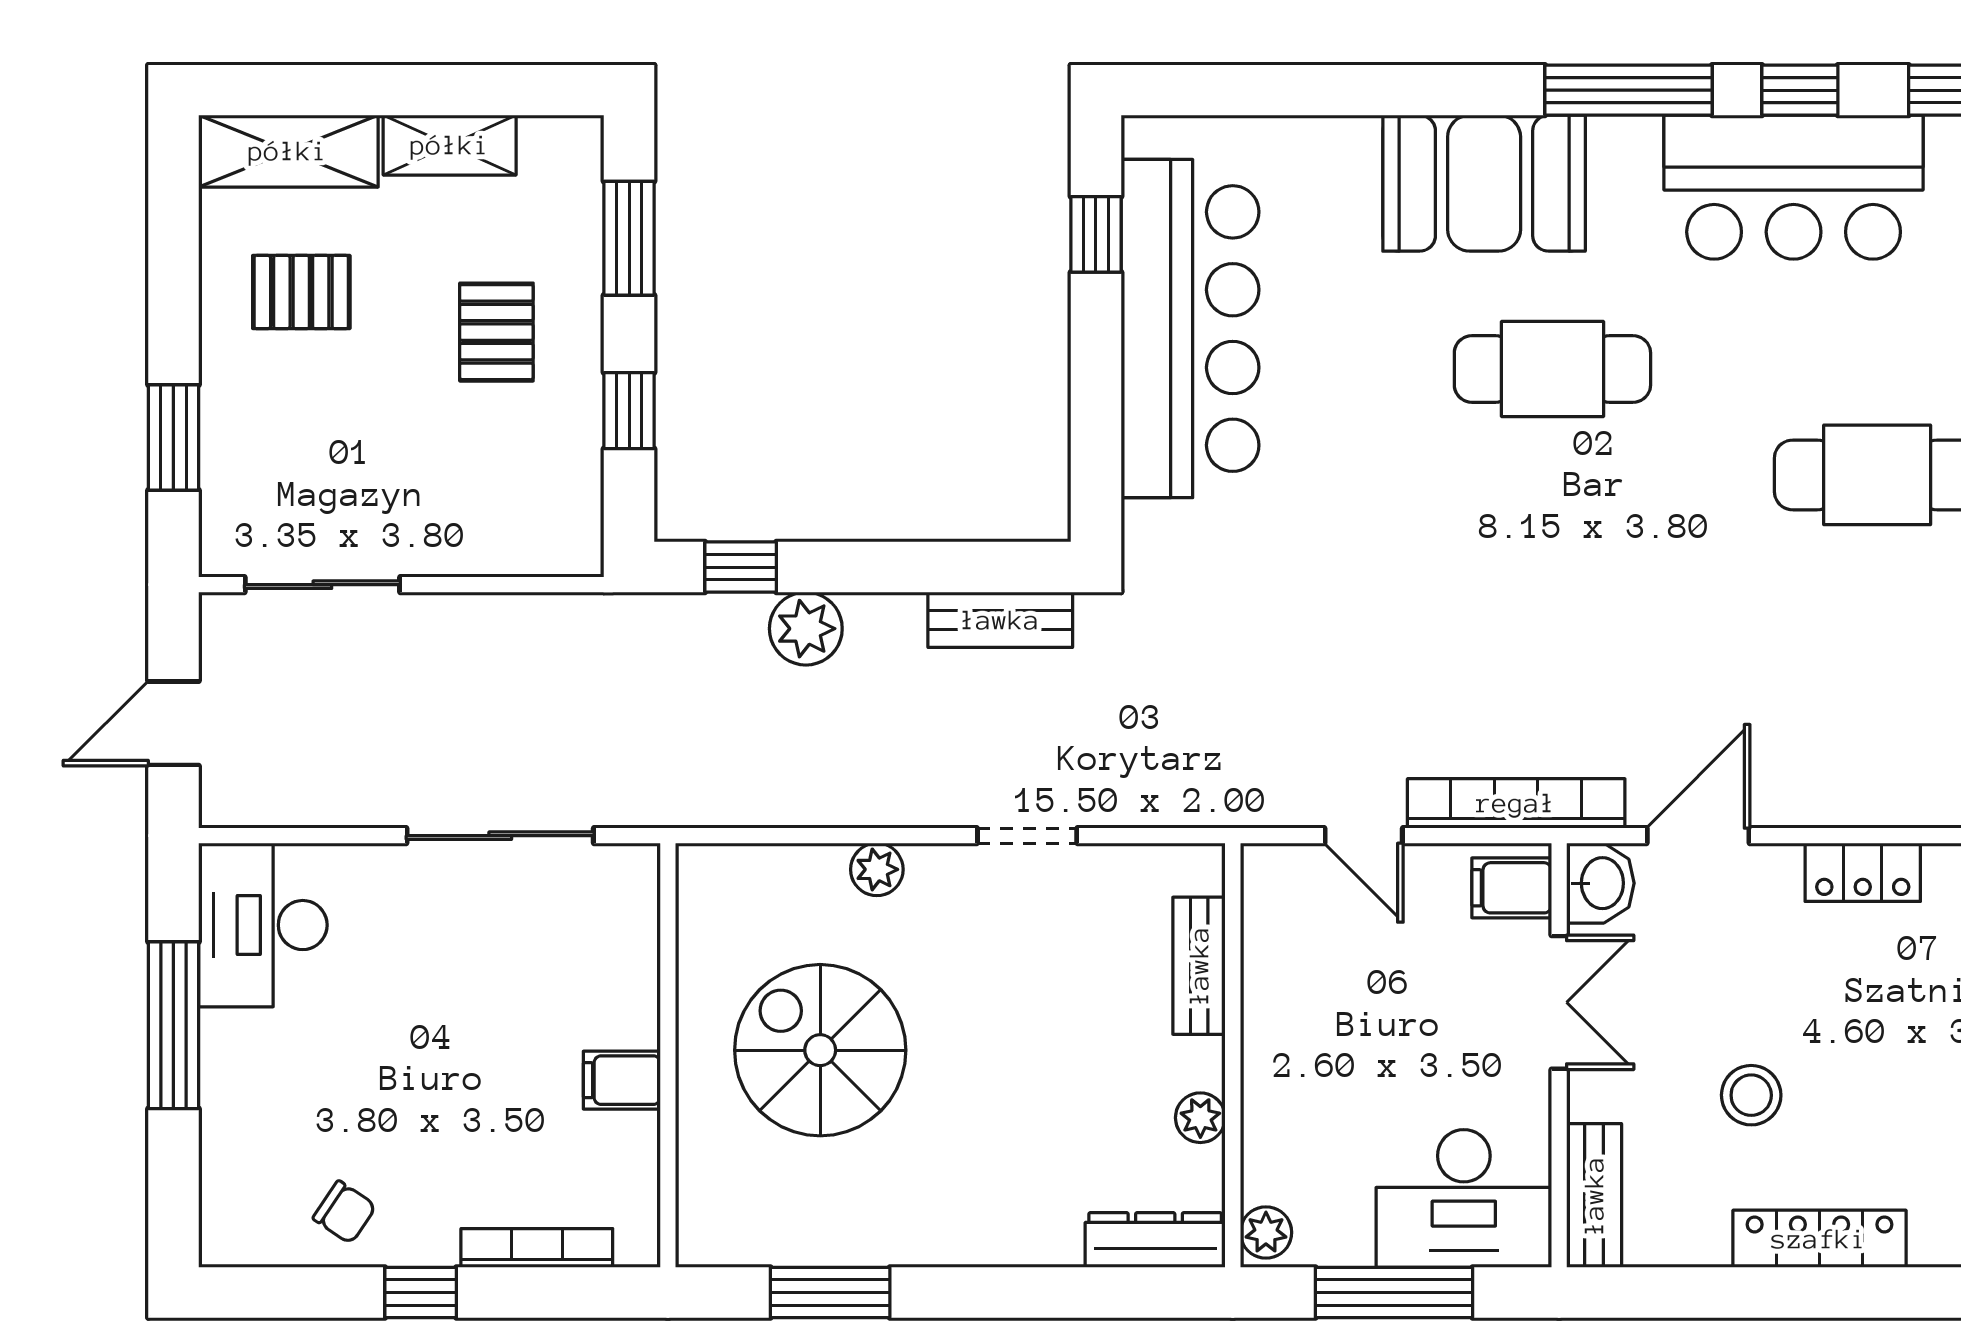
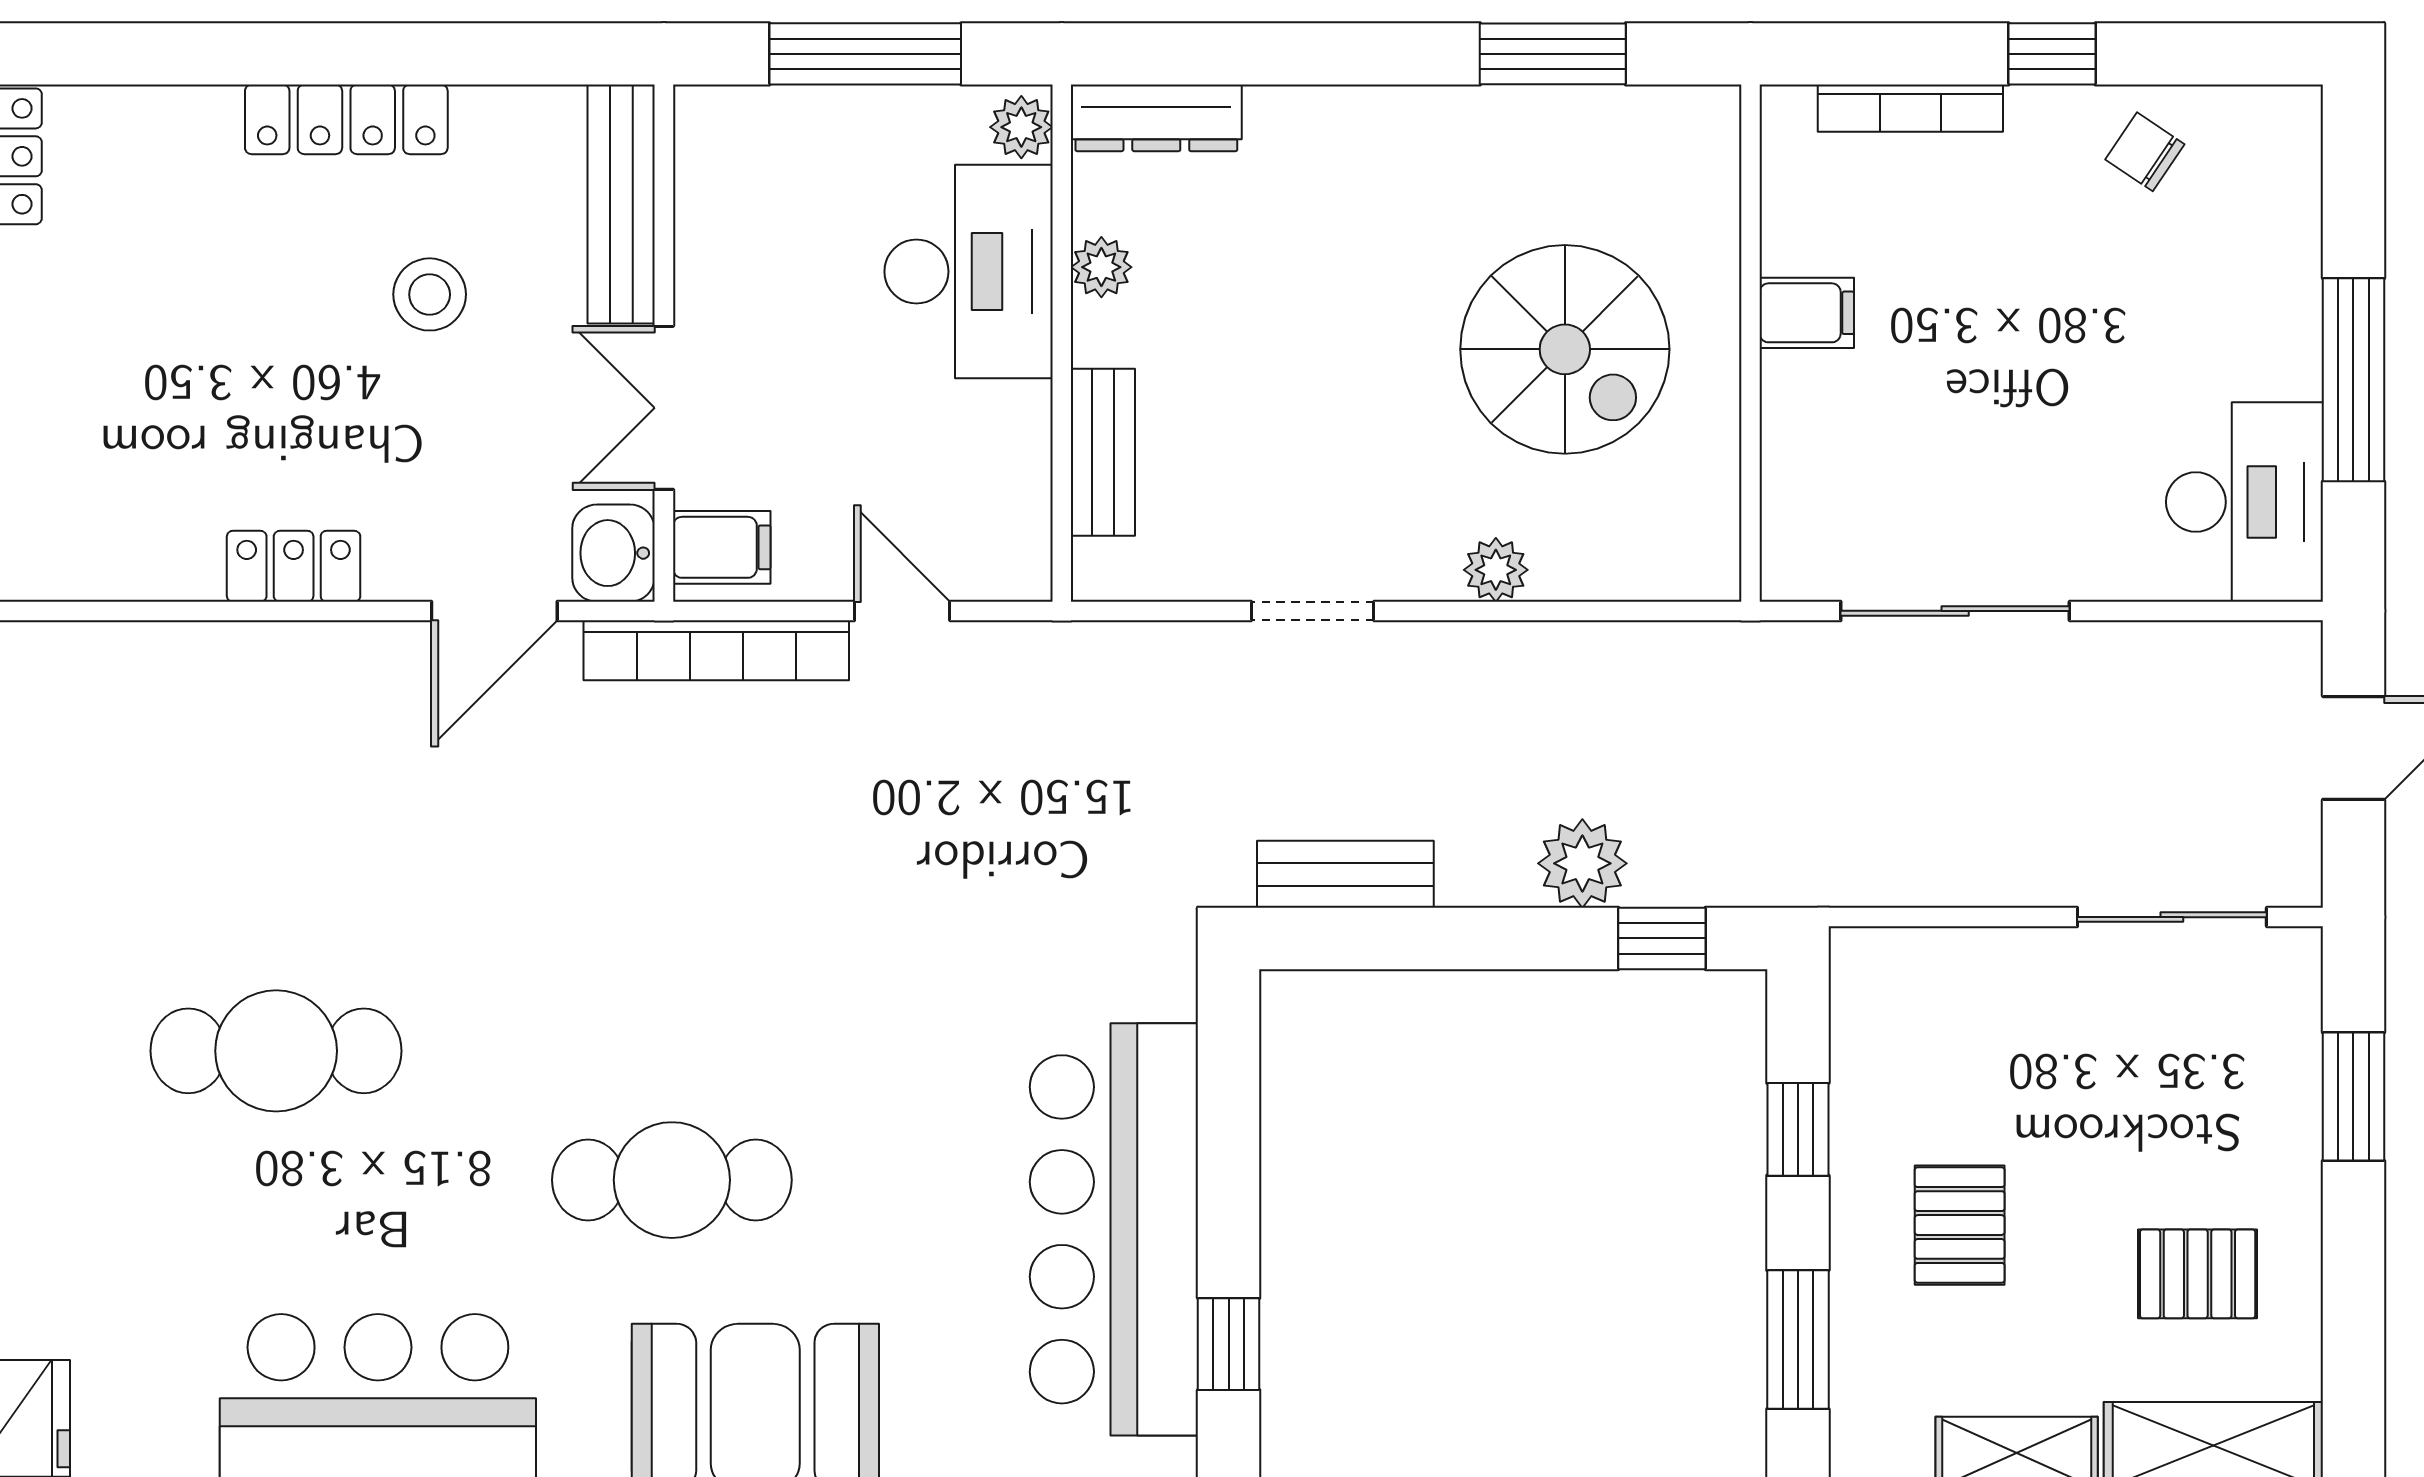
bench: (1594, 1196) -> (621, 204), width x1.36
desk: (1464, 1198) -> (969, 272), moved, turned 90

